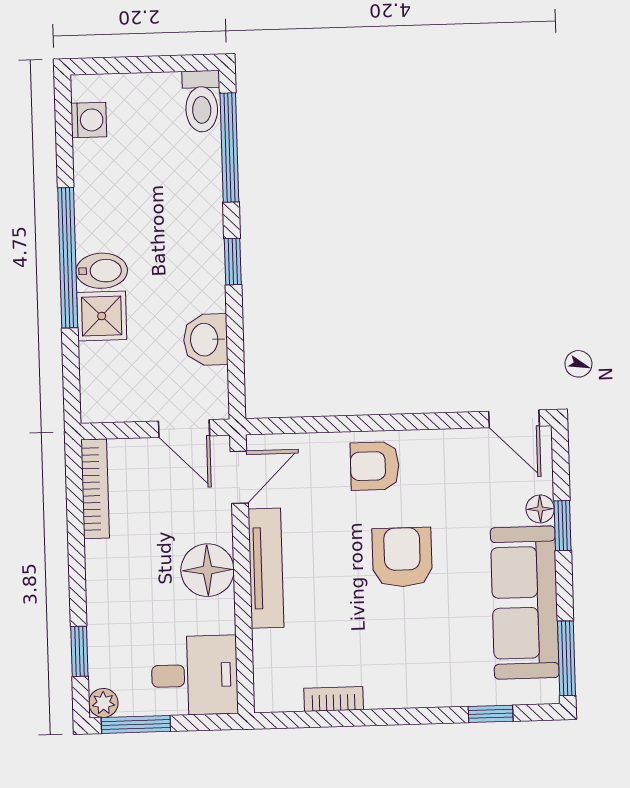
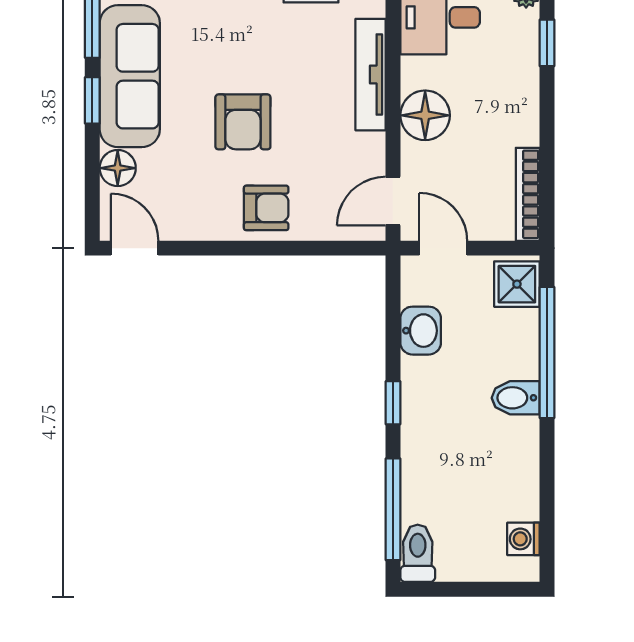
window: (68, 258) -> (547, 352), moved
shower: (102, 316) -> (517, 284), moved
floor lamp: (540, 509) -> (118, 168), width x1.37, depth x1.37
window: (563, 526) -> (92, 100), moved
tv unit: (266, 568) -> (371, 75), moved

